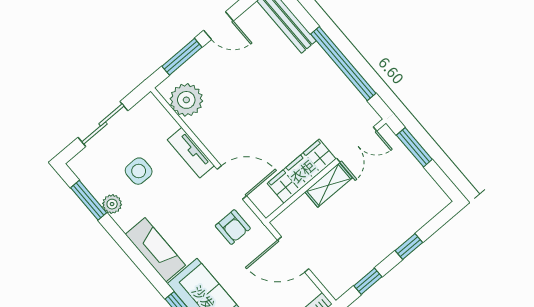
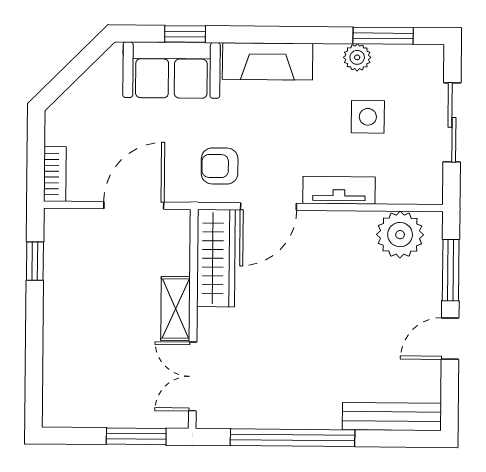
wardrobe: (302, 171) -> (216, 258), moved
window: (409, 247) -> (34, 338), removed

